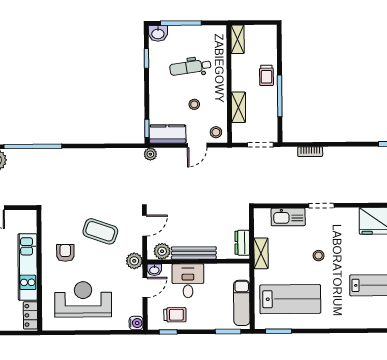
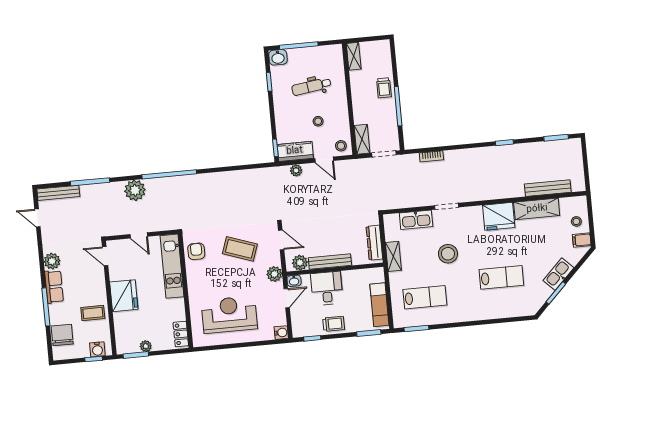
shelving: (238, 107) -> (362, 139), moved
door: (197, 145) -> (324, 160), hinge flipped
plant: (150, 154) -> (296, 170), moved
door: (145, 226) -> (281, 240), hinge flipped
dresser: (242, 243) -> (374, 243), width x1.44
armchair: (65, 253) -> (196, 251), moved
stool: (319, 256) -> (448, 254), width x1.89, depth x1.89
kitchen unit: (28, 267) -> (172, 266), moved
lab bench: (290, 299) -> (425, 297), width x0.73, depth x0.72
trolley: (175, 315) -> (334, 324), moved

